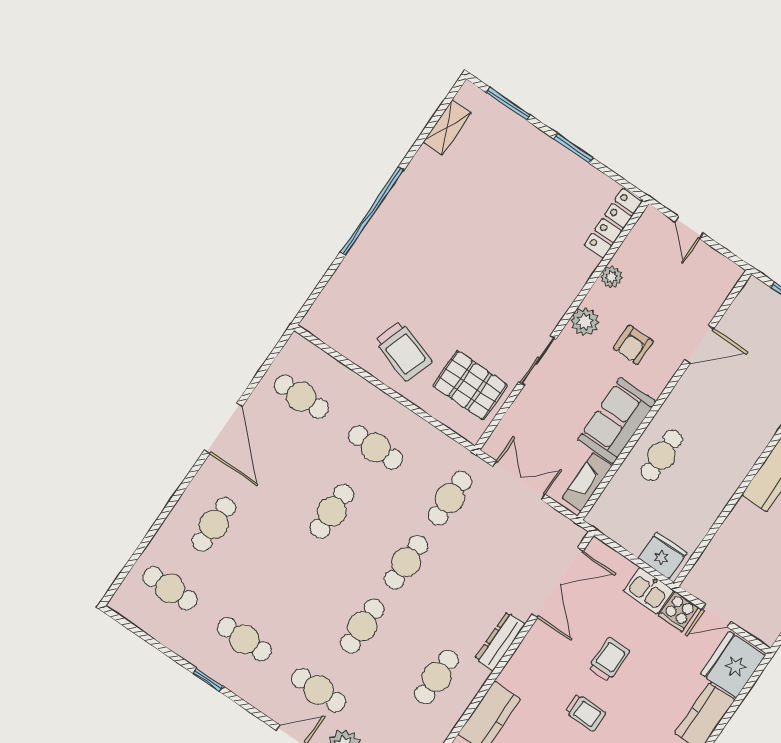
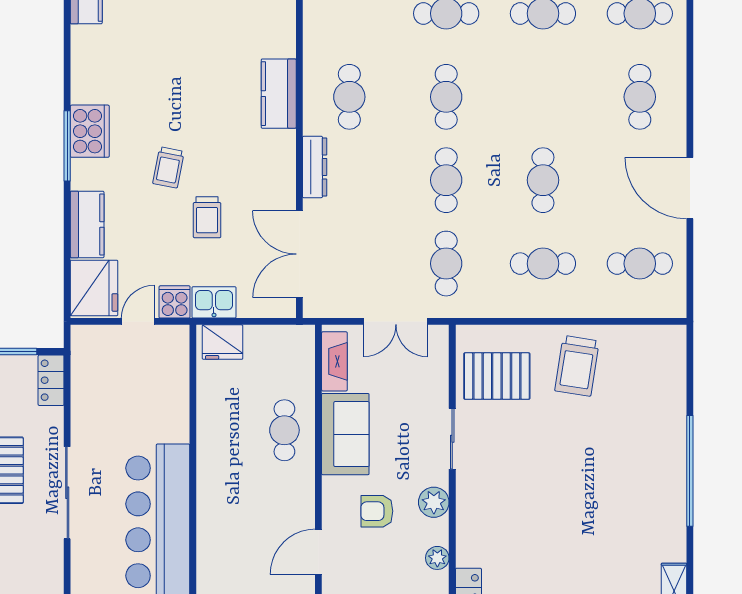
armchair: (633, 345) -> (377, 511), turned -90
trolley: (403, 351) -> (577, 366), turned -99
trolley: (585, 713) -> (168, 167), moved, turned -79

